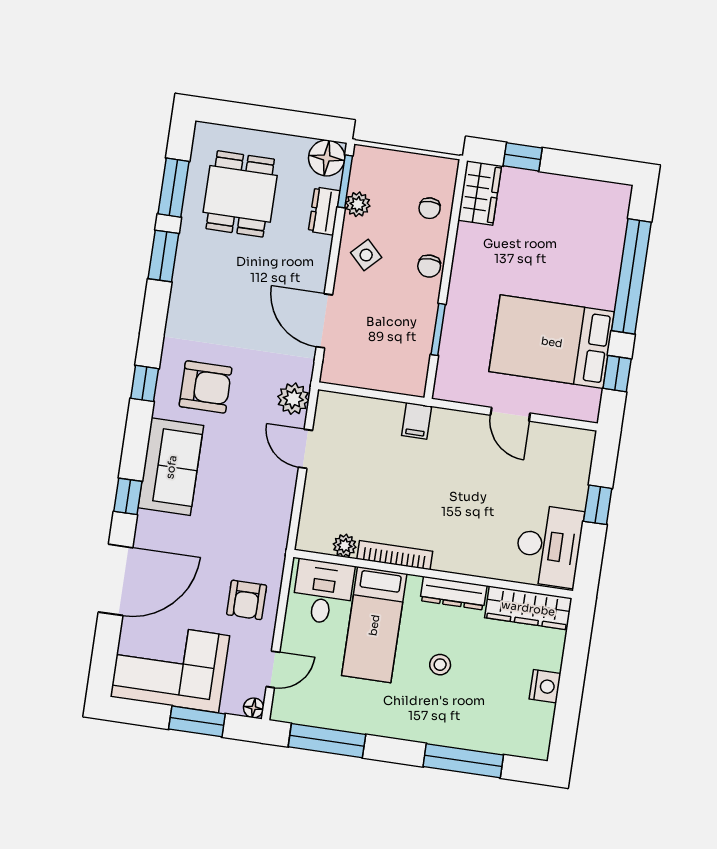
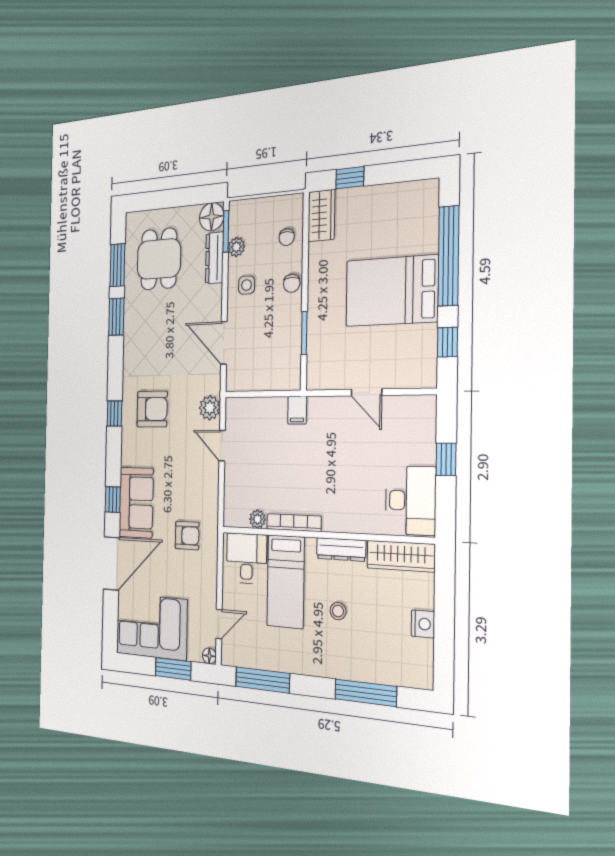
dresser: (324, 211) -> (214, 258), width x1.44
side table: (366, 255) -> (247, 285), turned 45
bed: (552, 342) -> (392, 291), moved
sofa: (171, 467) -> (136, 503), moved
armchair: (247, 600) -> (187, 536), moved, turned -90

